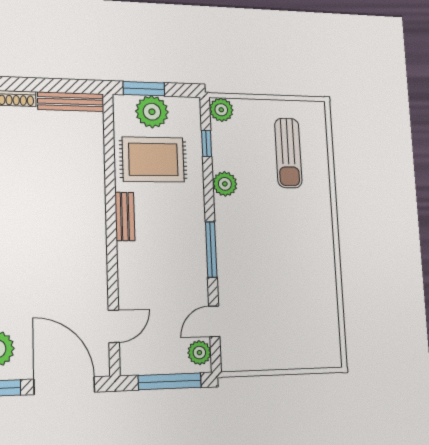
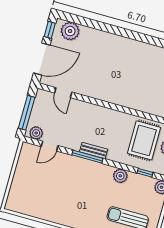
bench: (125, 216) -> (94, 151), moved
door: (214, 321) -> (50, 146), swing flipped

